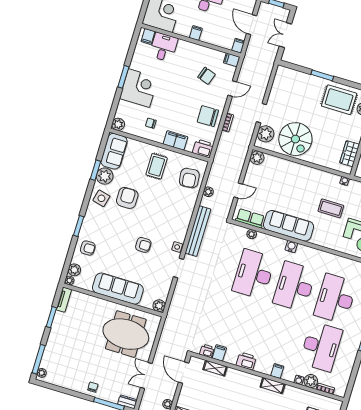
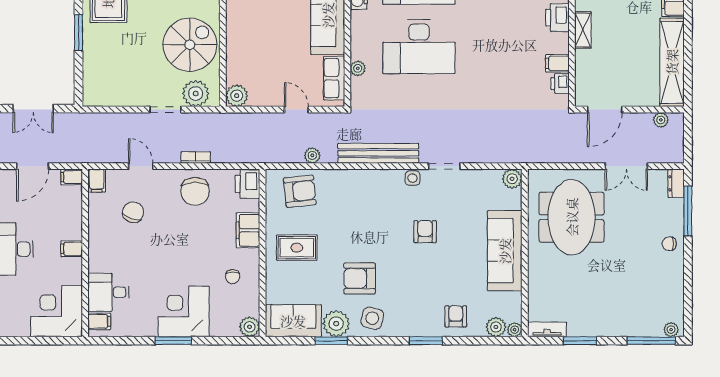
shelving: (215, 368) -> (583, 30), moved

